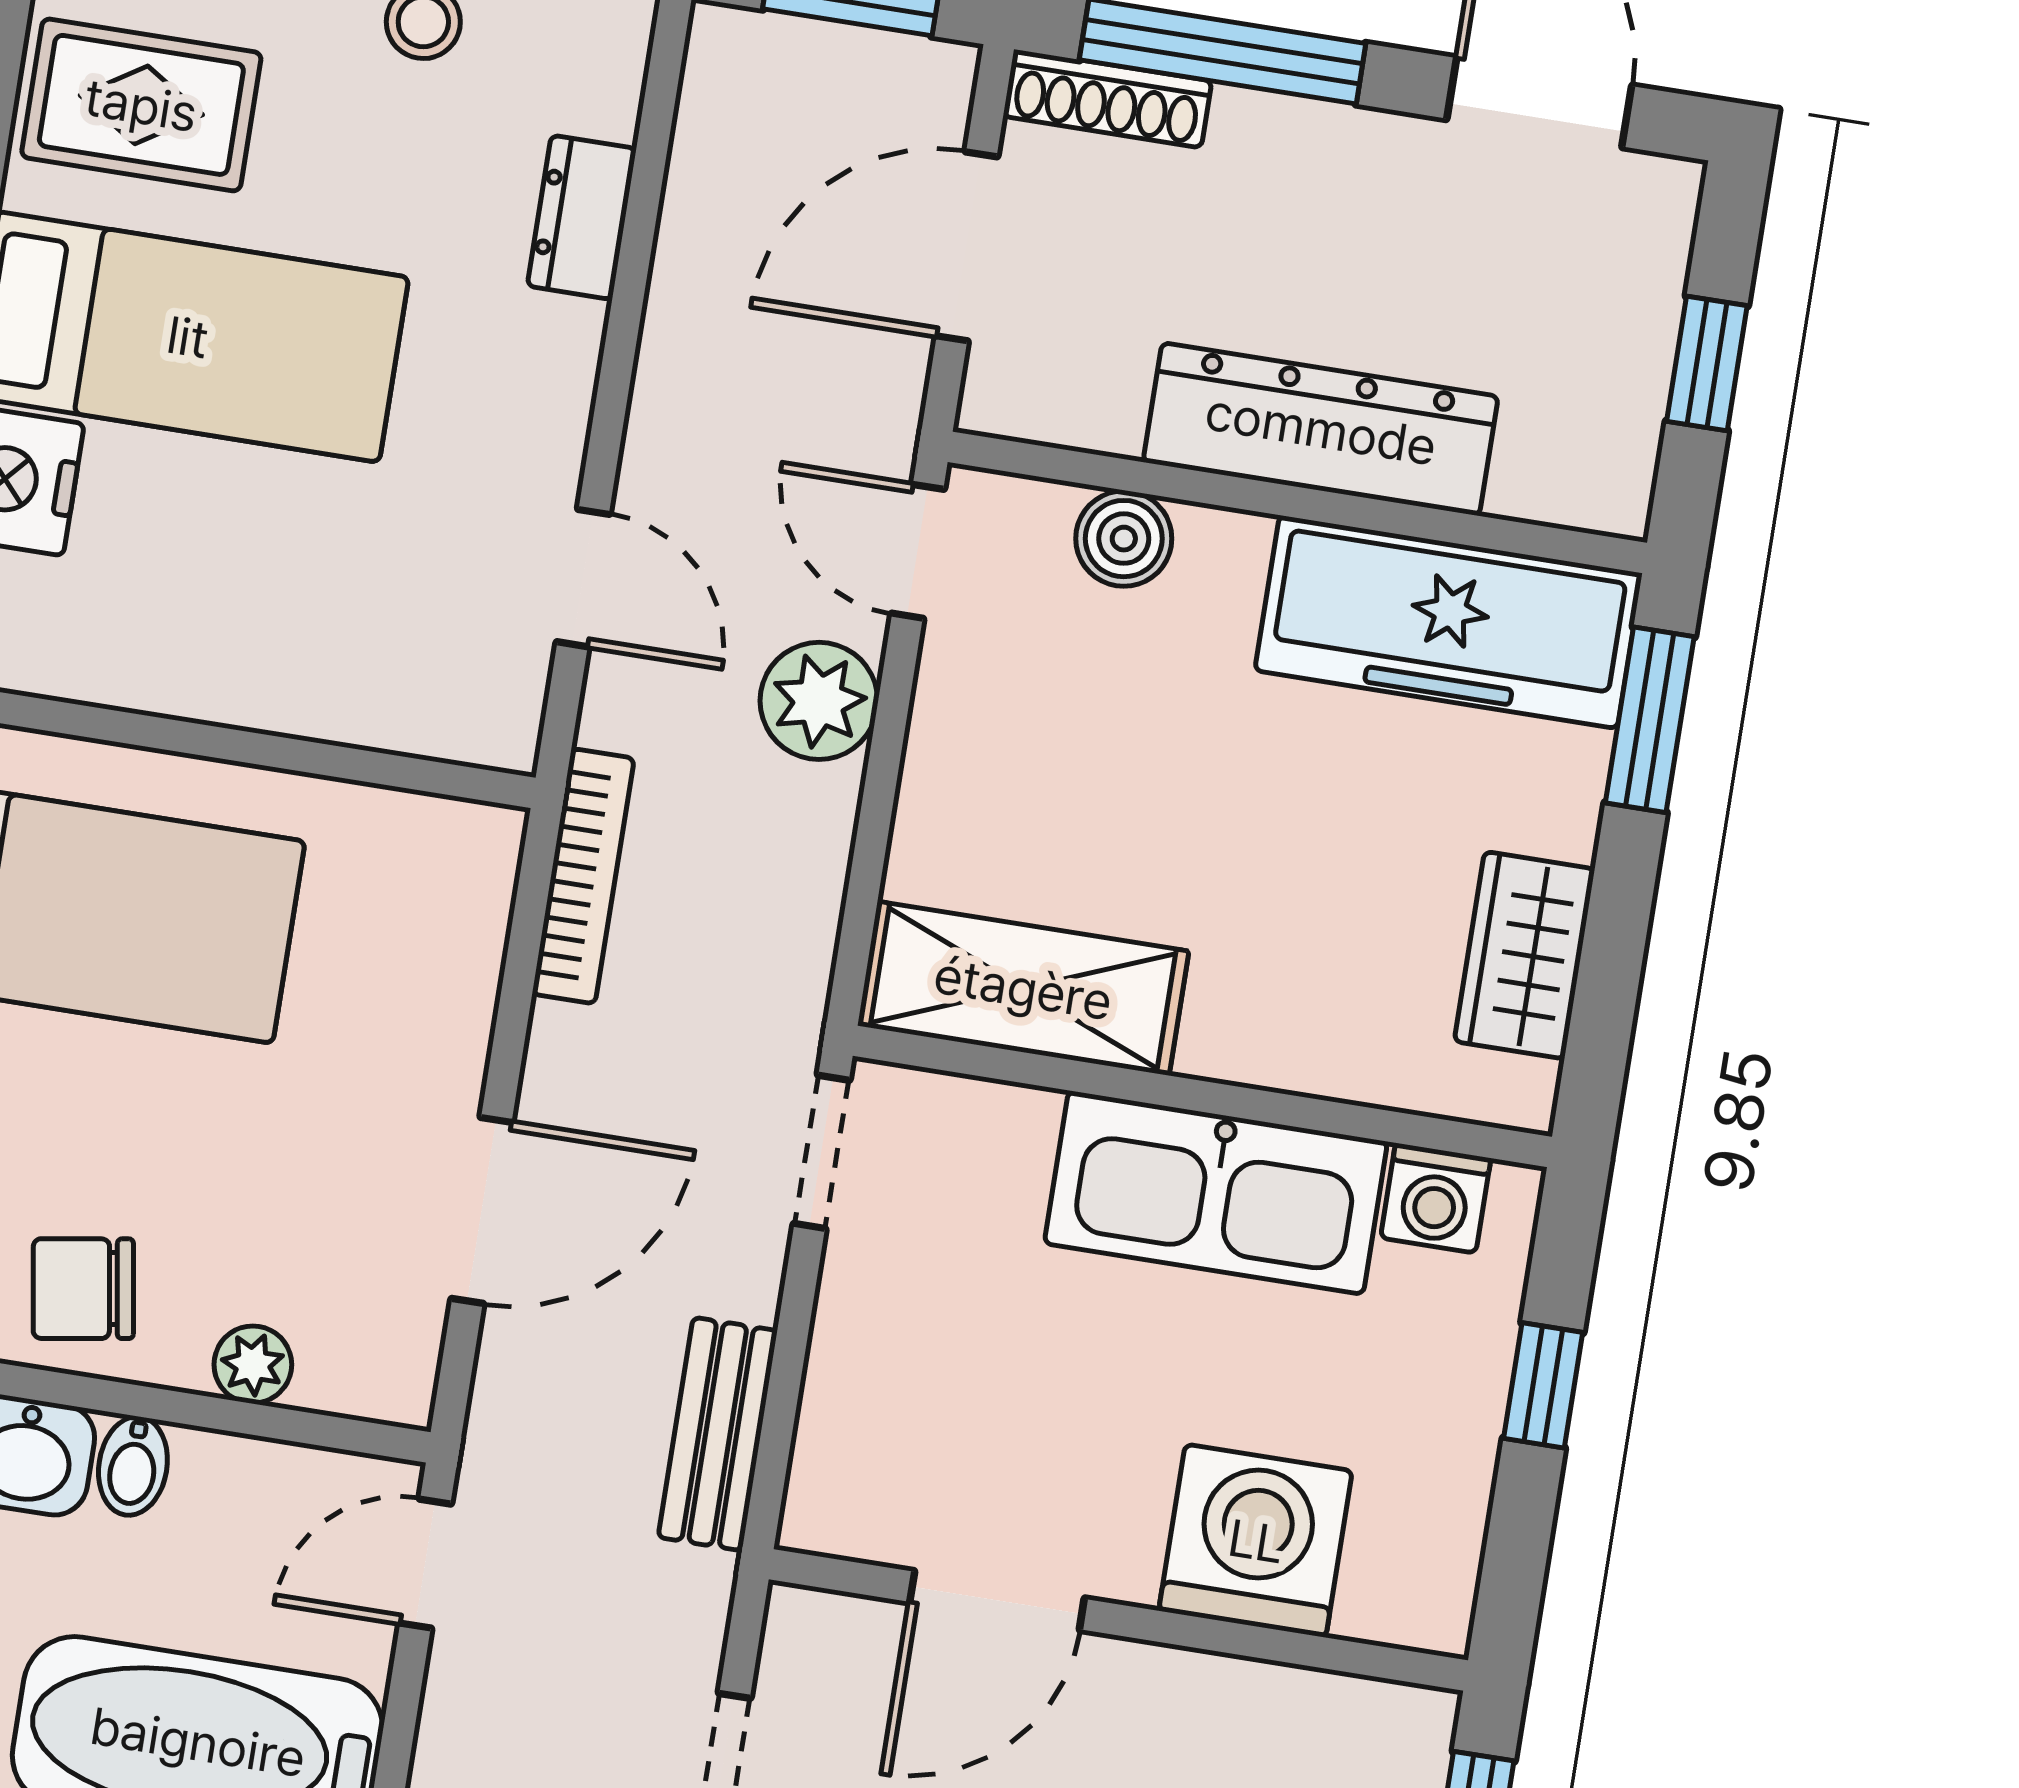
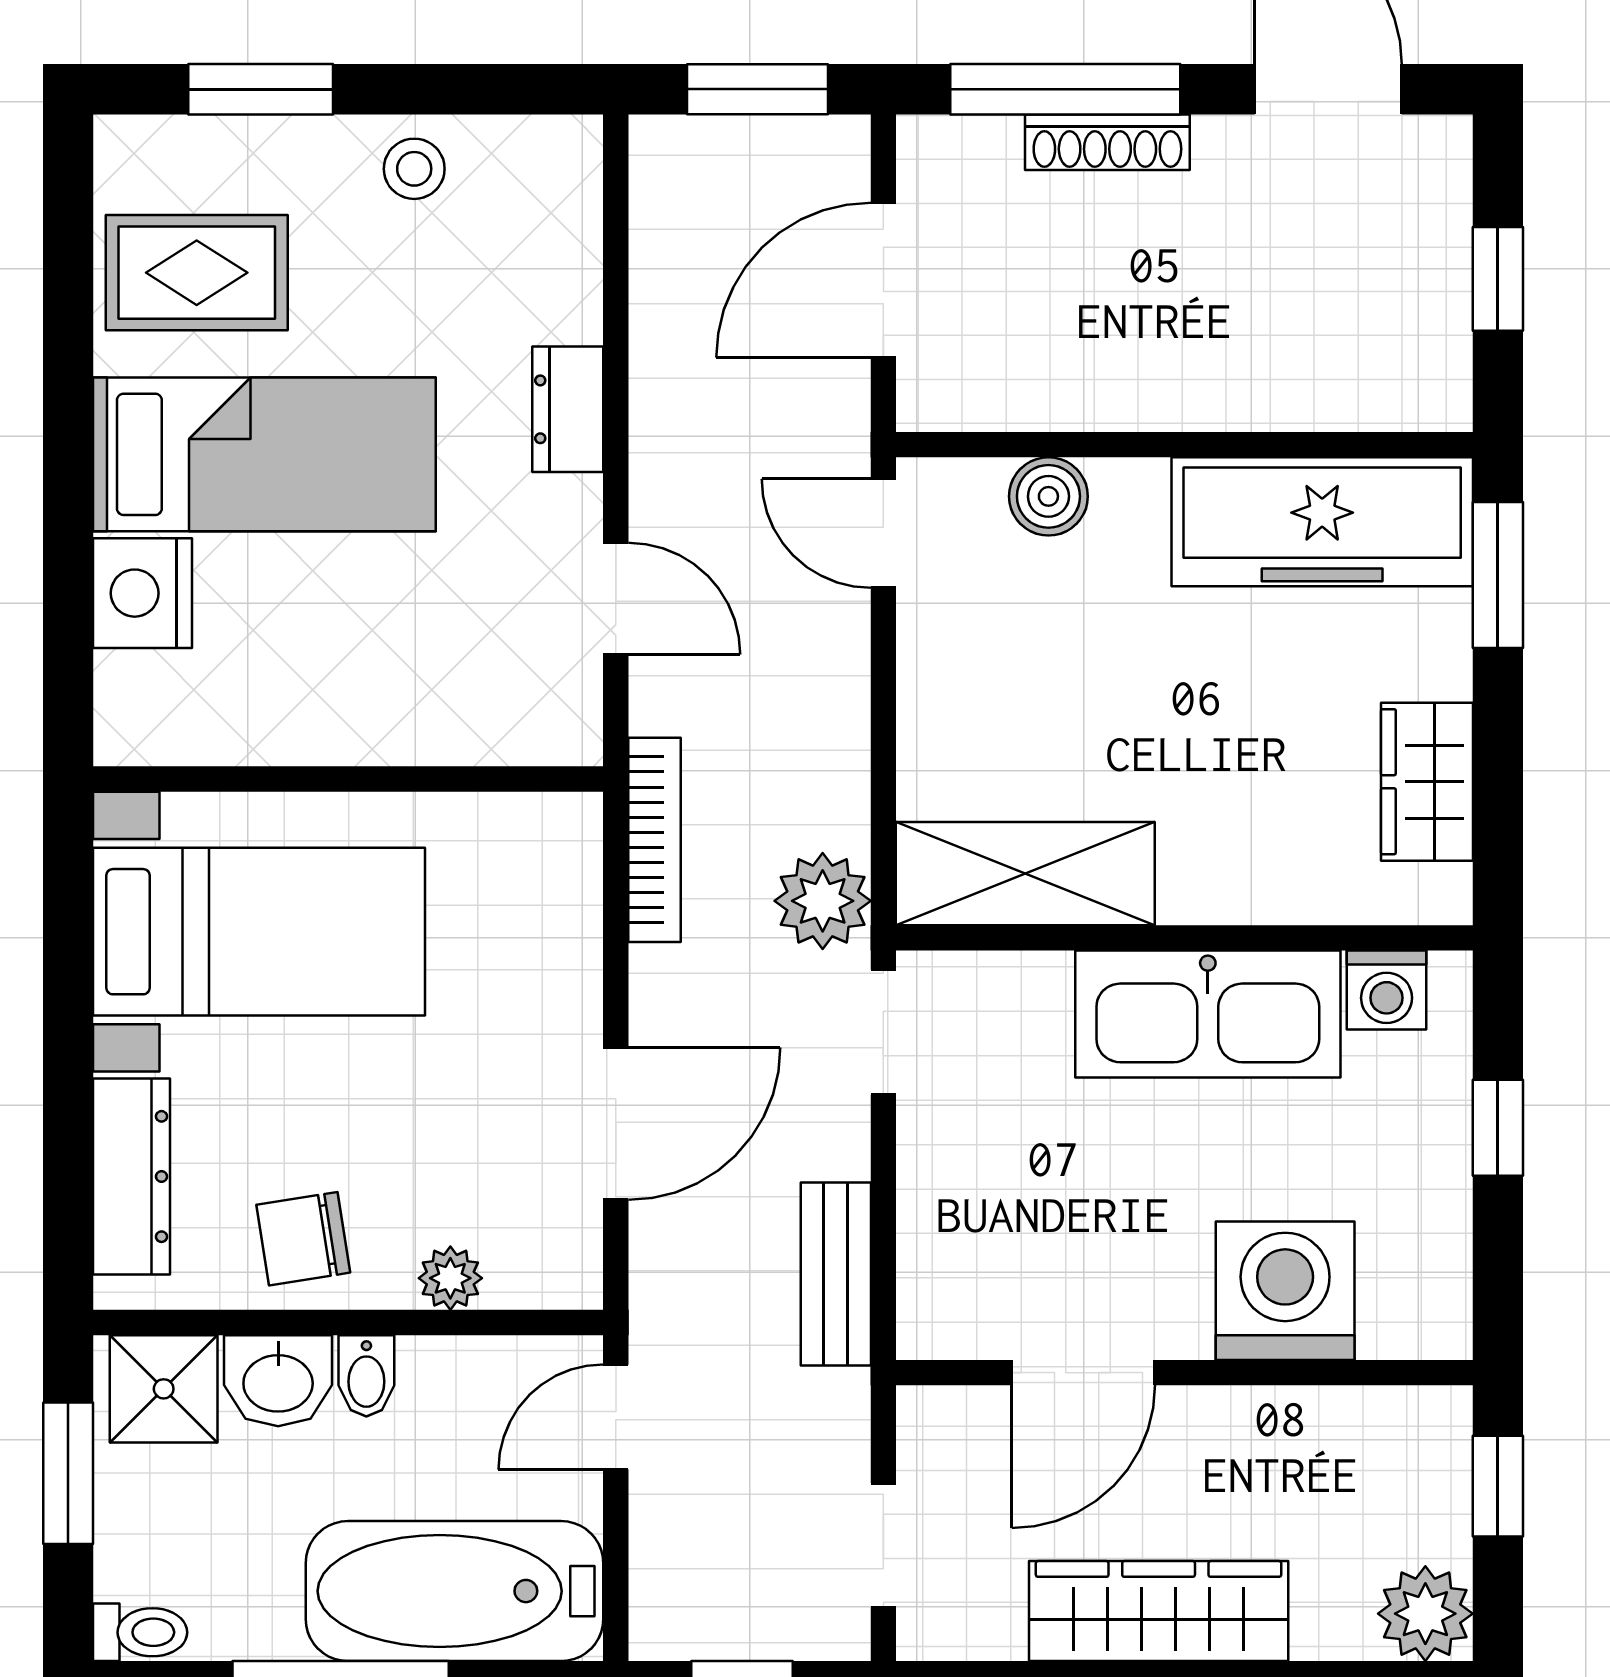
shoe rack: (1107, 99) -> (1107, 142), moved
dresser: (582, 217) -> (568, 409), moved
dresser: (1321, 429) -> (1194, 382), removed
plant: (819, 701) -> (823, 901), moved

